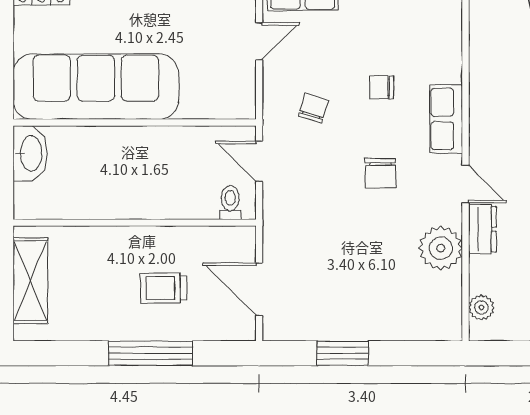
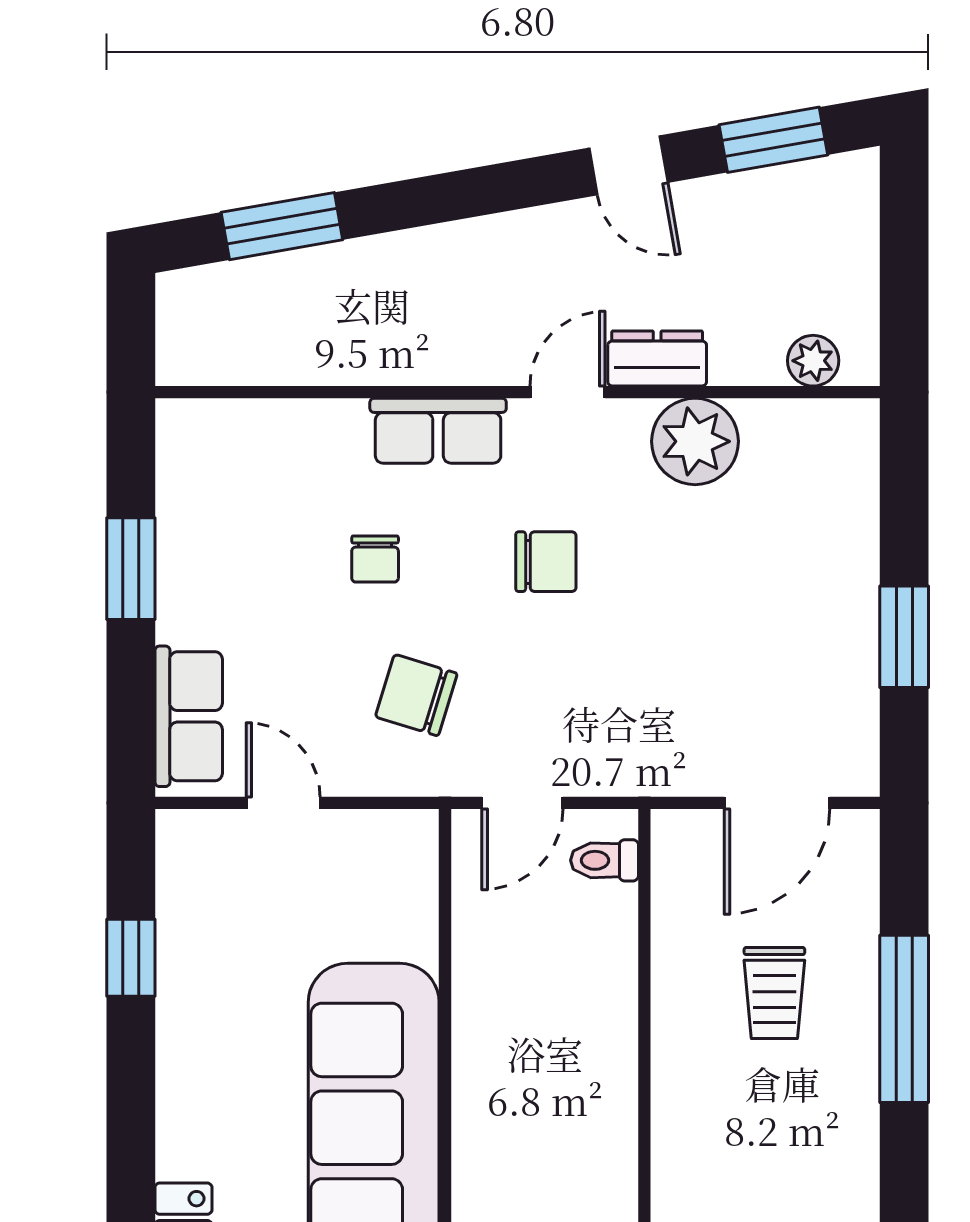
chair: (313, 108) -> (416, 695), width x1.37, depth x1.37

